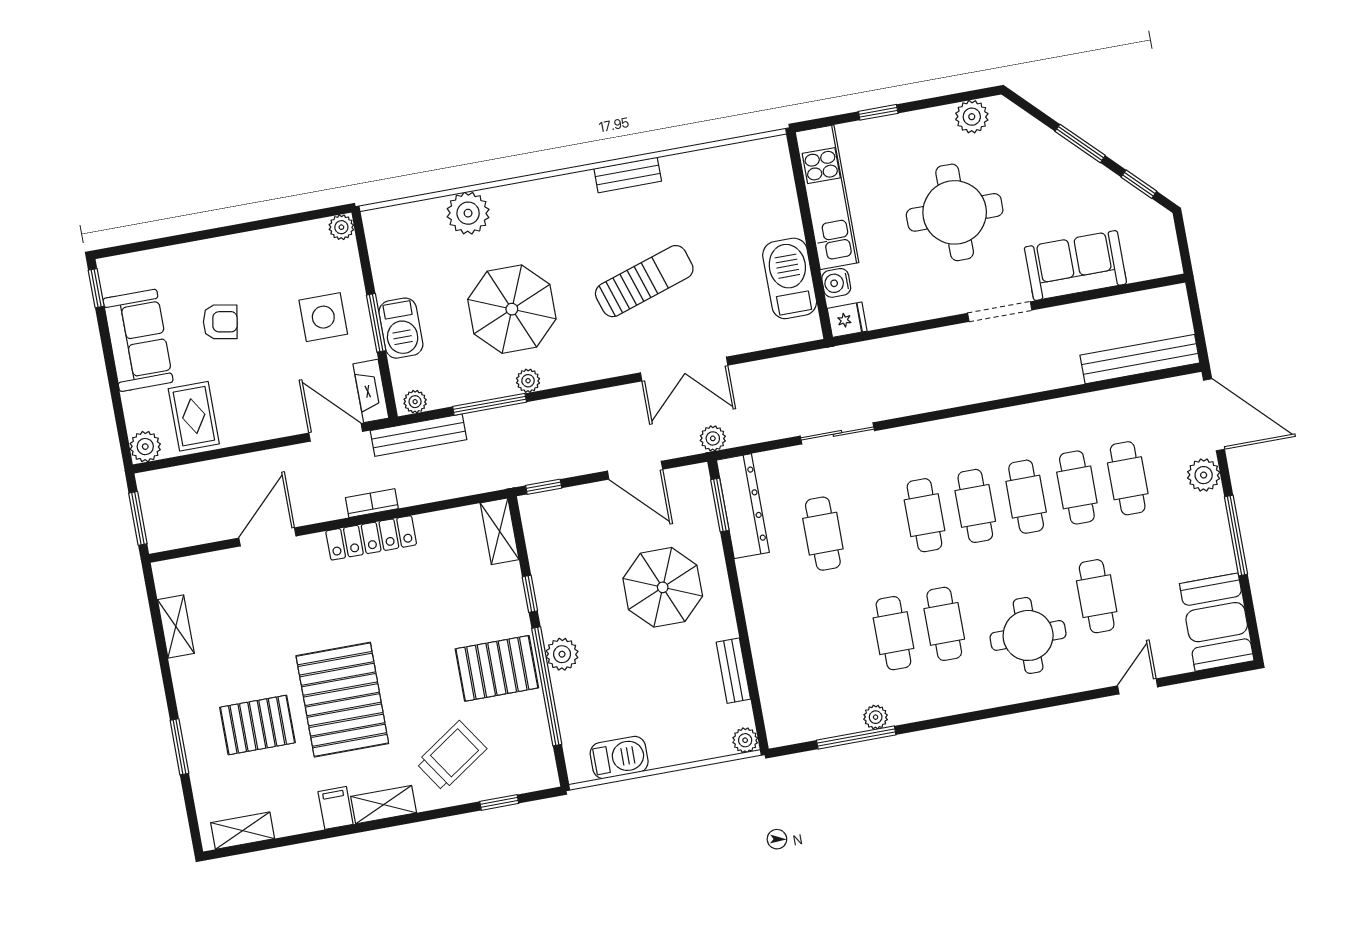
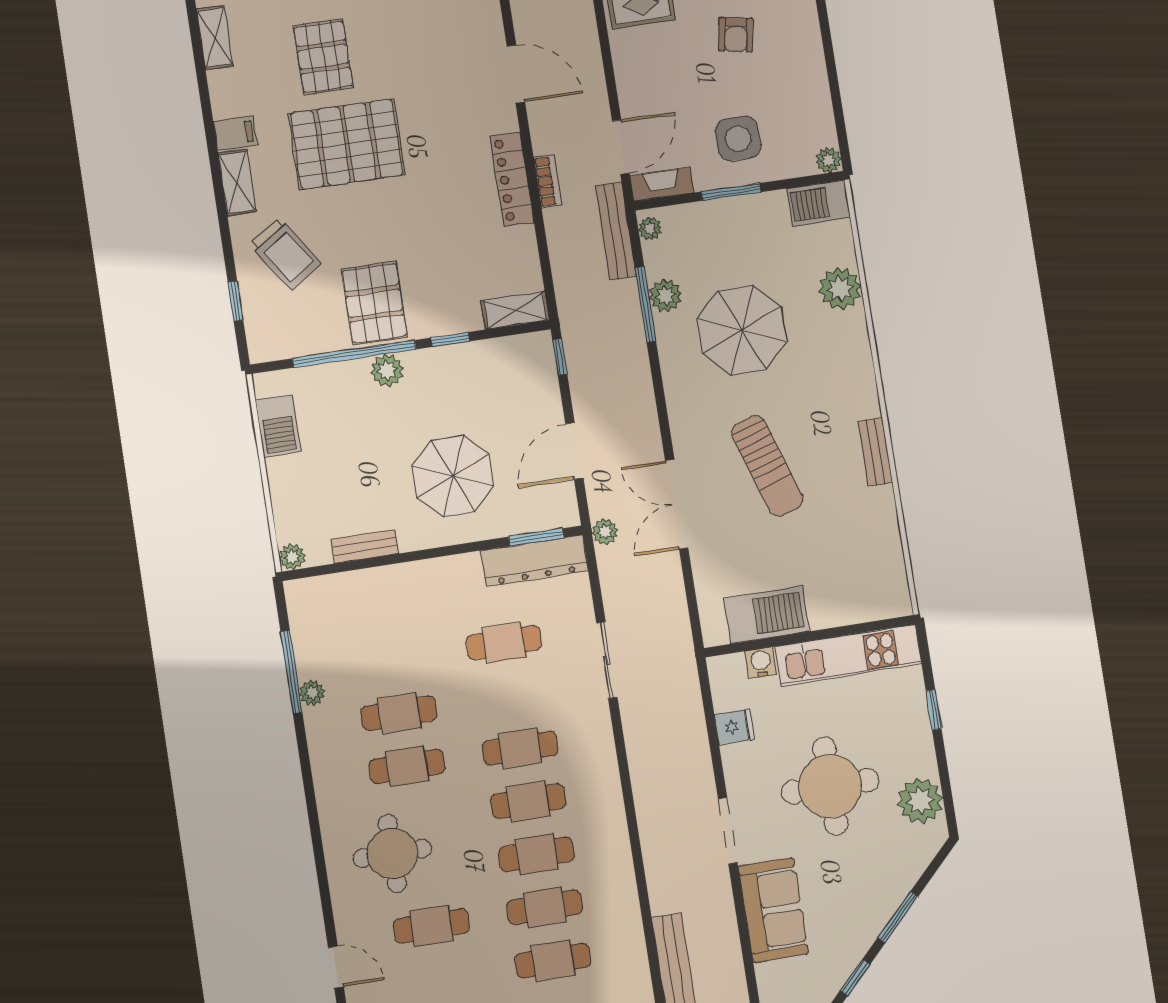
plant: (972, 117) -> (920, 801), width x1.36, depth x1.36
fridge: (847, 320) -> (734, 727), moved, turned -90
barbecue: (401, 328) -> (819, 203), moved
plant: (528, 381) -> (666, 296), moved, width x1.38, depth x1.38

